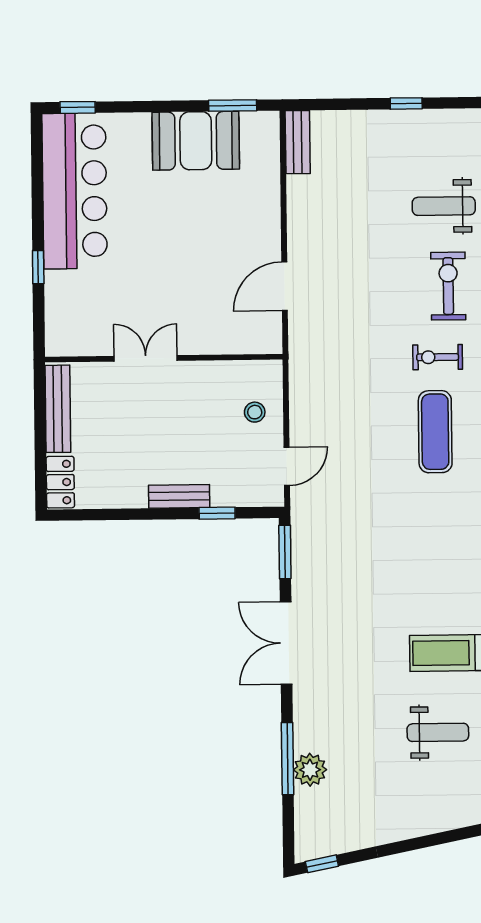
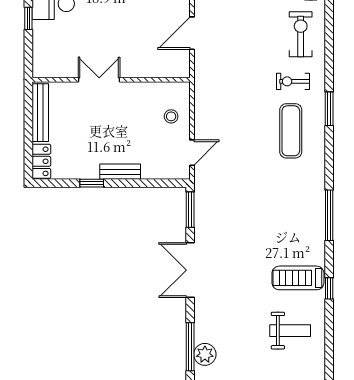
window: (217, 513) -> (92, 183), moved

